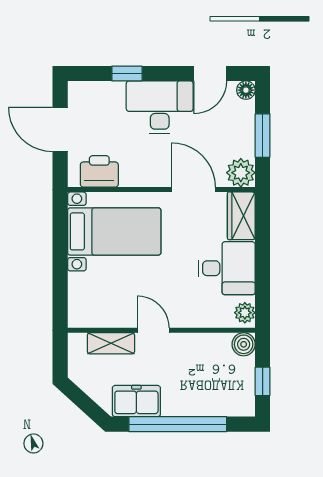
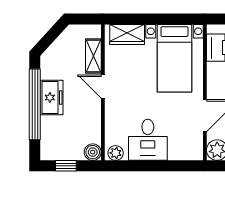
wardrobe: (241, 216) -> (127, 35), moved, turned 180
door: (153, 330) -> (103, 87), swing flipped
freezer: (136, 401) -> (52, 98), moved

